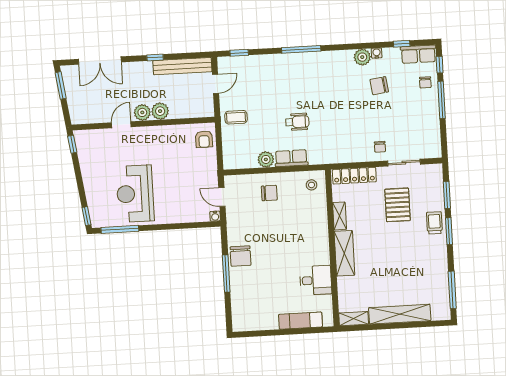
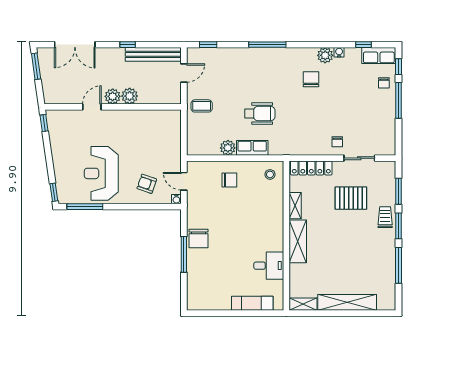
chair: (379, 86) -> (311, 79), moved, turned 98
wheelchair: (297, 122) -> (260, 114), width x1.36, depth x1.37
armchair: (204, 139) -> (147, 184), moved, turned 109
pallet: (398, 205) -> (351, 198), turned 90
window: (452, 290) -> (398, 265), moved

